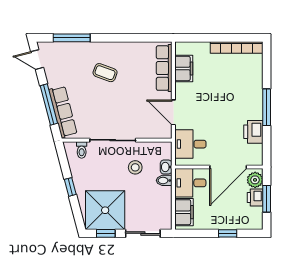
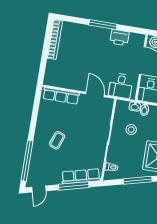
window: (72, 38) -> (27, 161), width x1.46
filing cabinet: (184, 68) -> (64, 81), removed
door: (173, 112) -> (95, 94), swing flipped
window: (70, 187) -> (138, 180), width x2.17

